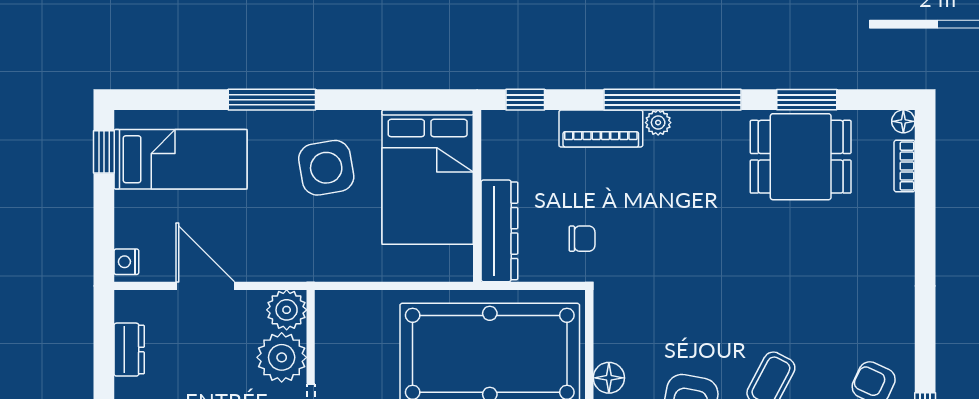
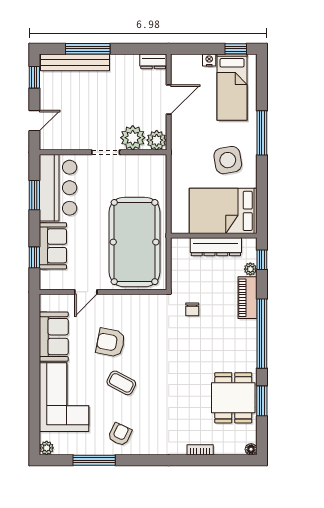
plant: (658, 123) -> (250, 269), moved
bookcase: (905, 166) -> (200, 450), moved
dresser: (499, 231) -> (216, 247), moved
chair: (582, 239) -> (192, 309), moved
nightstand: (126, 262) -> (209, 60), moved
dresser: (129, 350) -> (153, 61), moved
floor lamp: (609, 378) -> (123, 302), removed

